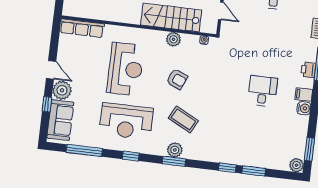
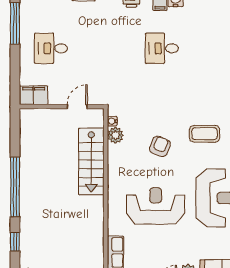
plant: (173, 39) -> (116, 135), moved
coffee table: (183, 119) -> (205, 134), turned 63

